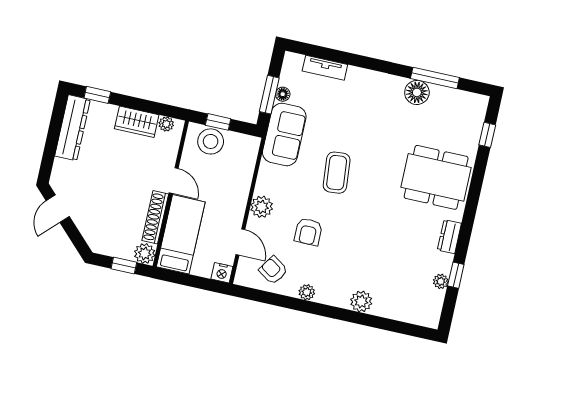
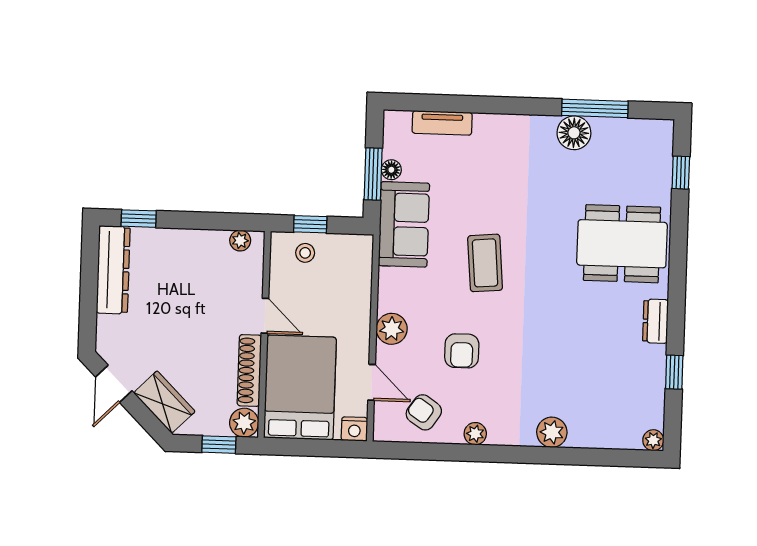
wardrobe: (137, 122) -> (164, 402), moved, turned -135
stool: (211, 141) -> (305, 253), width x0.53, depth x0.53
bed: (181, 234) -> (300, 388), width x1.50
plant: (441, 281) -> (653, 440), moved

